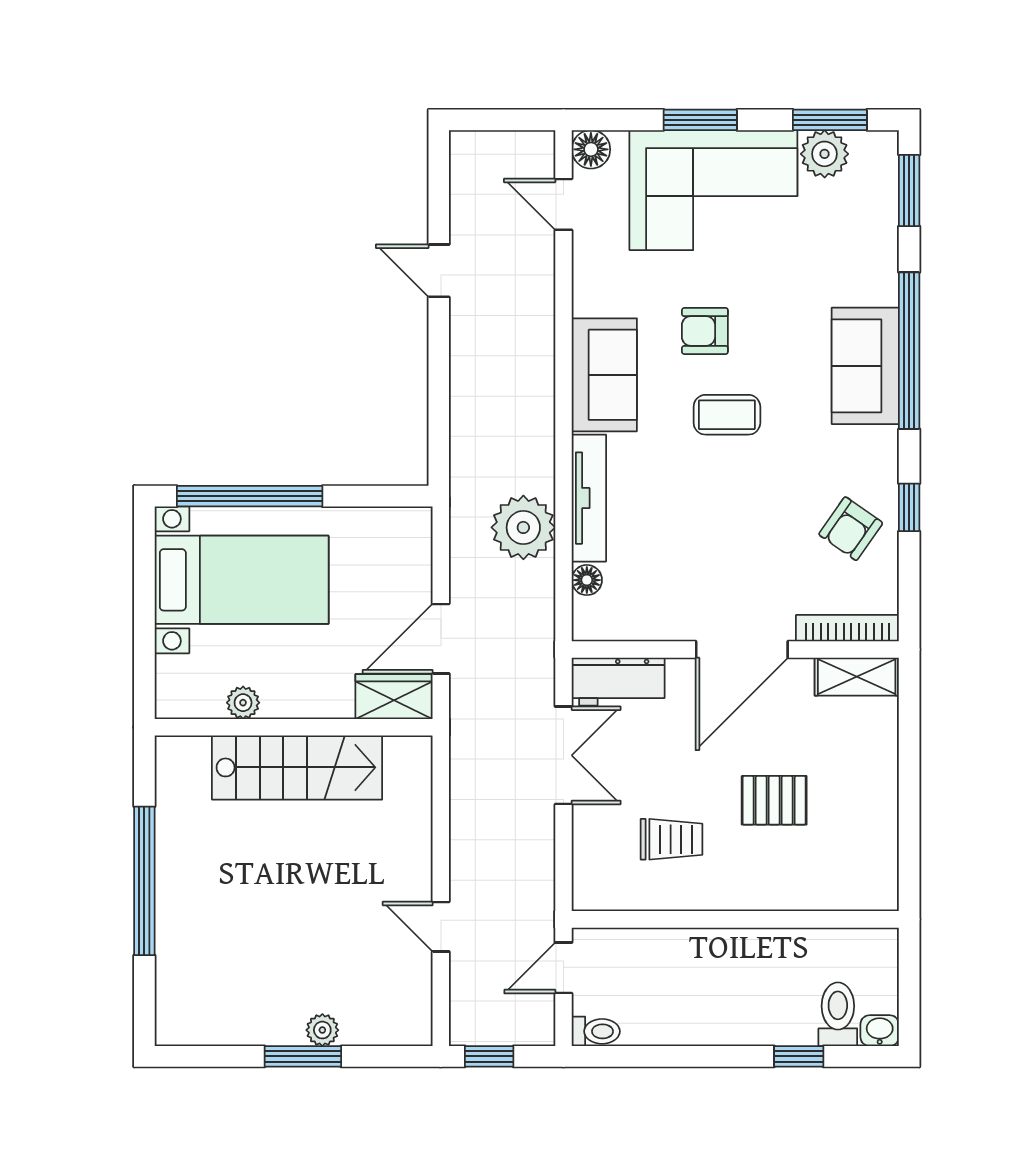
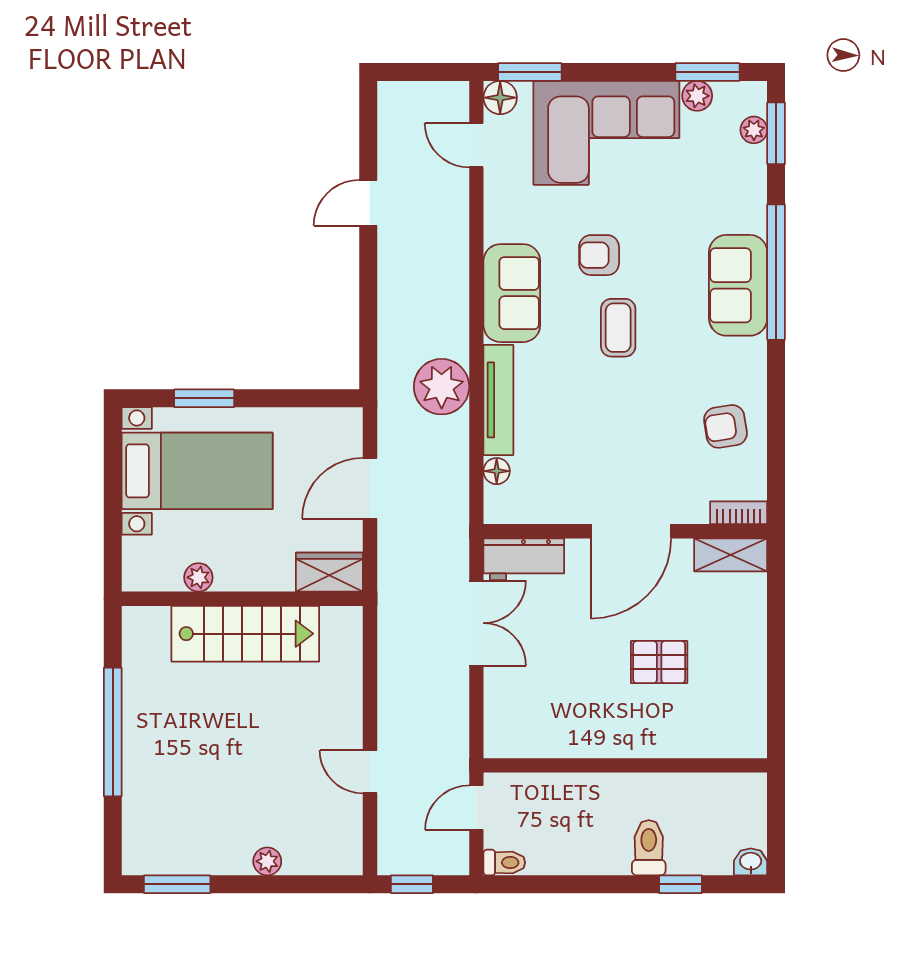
window: (700, 120) -> (530, 72), moved
plant: (825, 154) -> (697, 96), width x0.73, depth x0.73
plant: (883, 187) -> (754, 130), added
door: (439, 271) -> (368, 203), hinge flipped
coffee table: (727, 415) -> (618, 328), turned 90
window: (250, 496) -> (204, 398), width x0.47
window: (909, 507) -> (776, 408), removed
plant: (523, 527) -> (442, 387), moved
armchair: (851, 529) -> (725, 426), turned 46
bookcase: (847, 628) -> (739, 513), width x0.64
door: (441, 639) -> (370, 488), moved
trolley: (672, 839) -> (570, 696), removed
toilet: (838, 1014) -> (649, 848), moved
window: (303, 1056) -> (177, 884), moved

